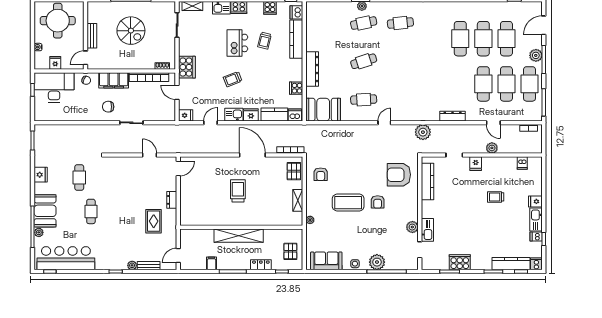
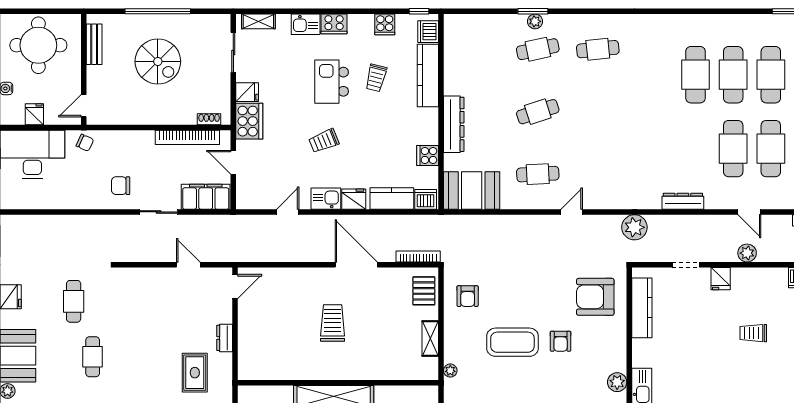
bench: (92, 36) -> (94, 44), moved
filing cabinet: (114, 80) -> (206, 197), moved, turned 180
fridge: (186, 115) -> (247, 92), moved

